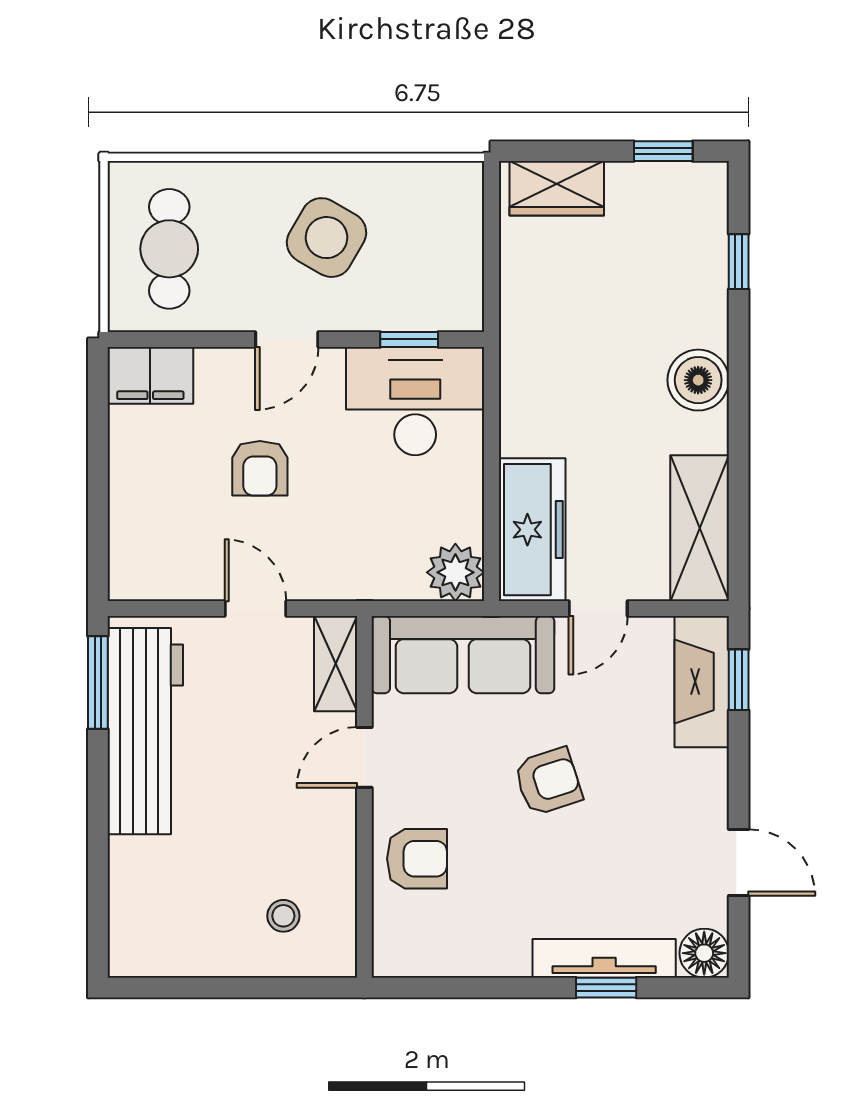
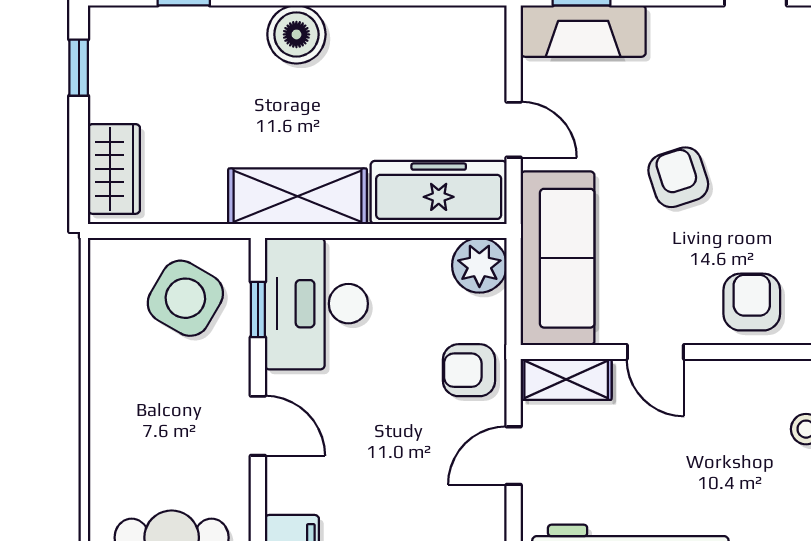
side table: (327, 238) -> (185, 298), moved
armchair: (260, 468) -> (469, 370), moved, turned 180
shelving: (700, 528) -> (298, 196), moved

